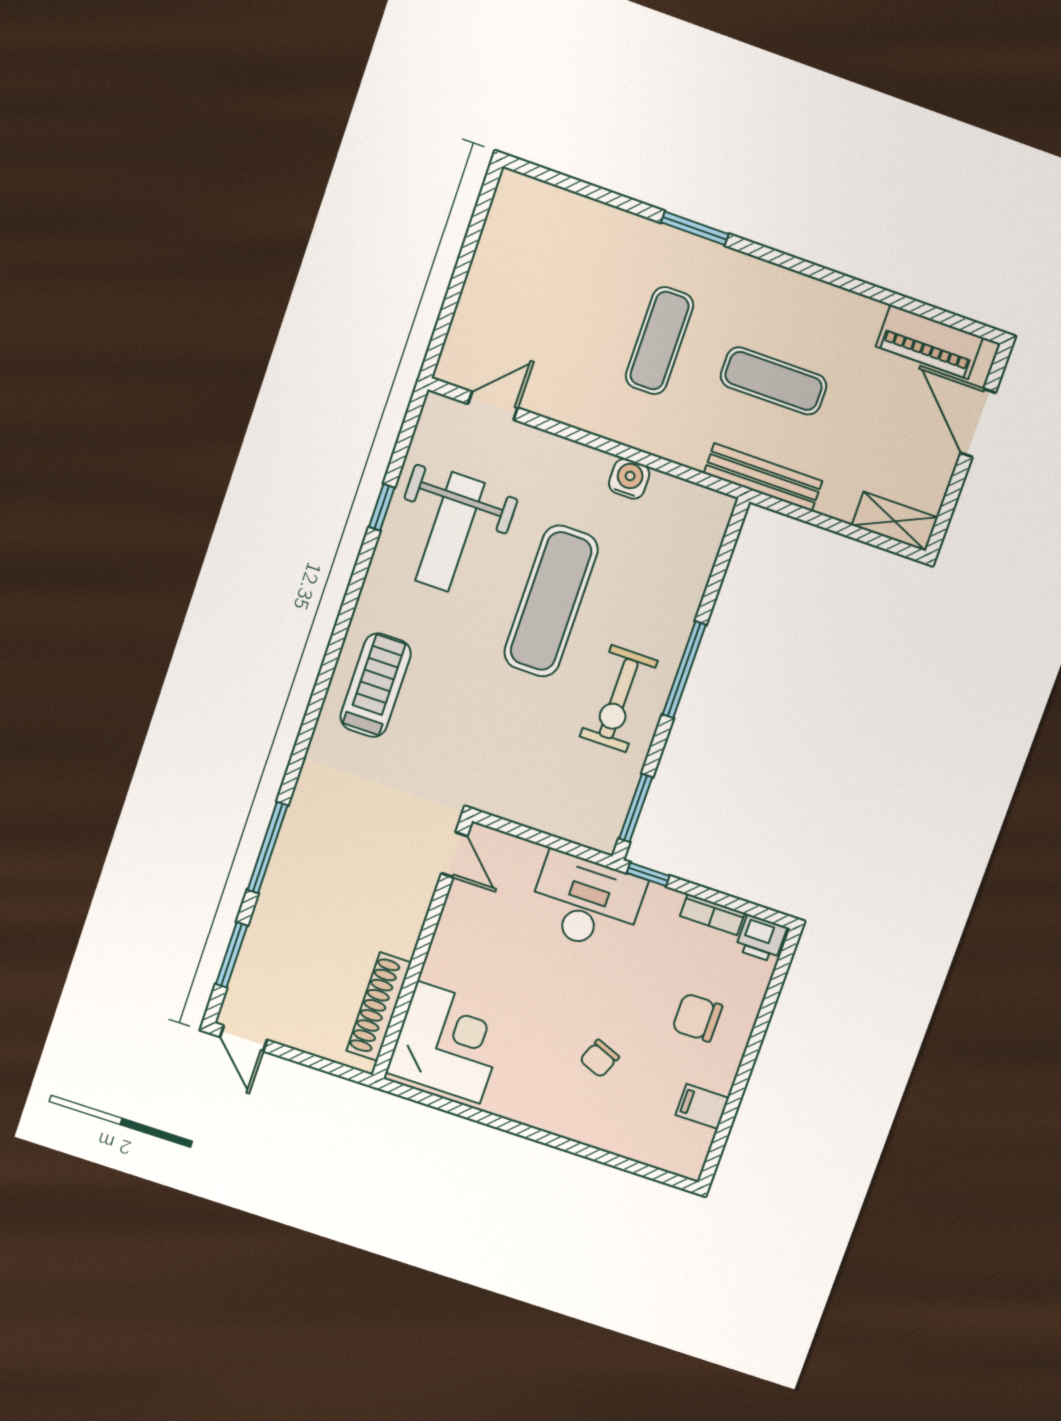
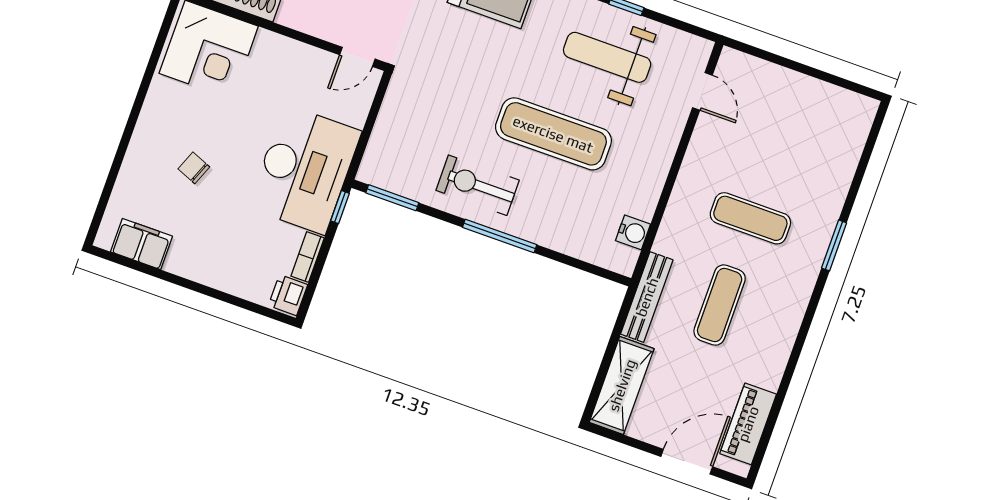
water cooler: (629, 479) -> (633, 232), moved
shelving: (895, 521) -> (622, 385), width x1.50, depth x1.33
desk: (586, 902) -> (305, 170), width x1.36, depth x1.30
chair: (697, 1018) -> (226, 245), removed
filing cabinet: (702, 1106) -> (142, 244), width x2.00

